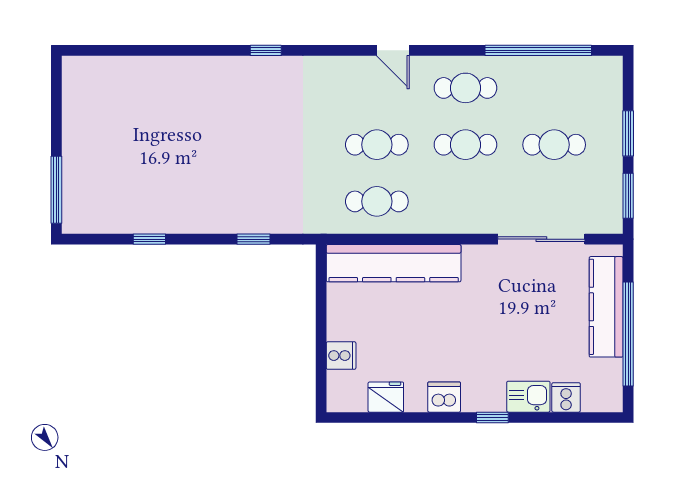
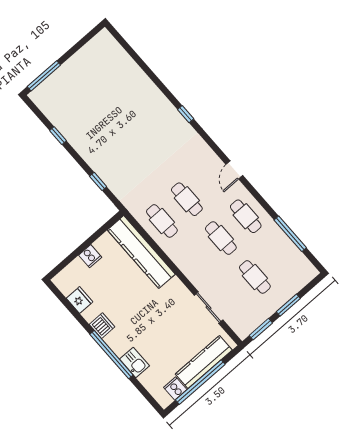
window: (538, 50) -> (290, 234), width x0.68
sliding door: (541, 239) -> (209, 308), width x0.73
cooker: (341, 356) -> (90, 256), moved
cooker: (566, 397) -> (175, 388), moved, turned -90
window: (492, 418) -> (111, 355), width x3.17

